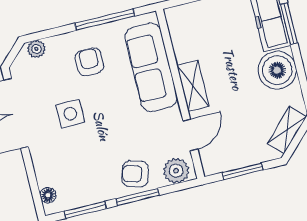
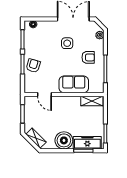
sofa: (151, 67) -> (74, 84), width x0.73
shelving: (193, 86) -> (92, 101), moved
plant: (176, 171) -> (30, 84), removed

